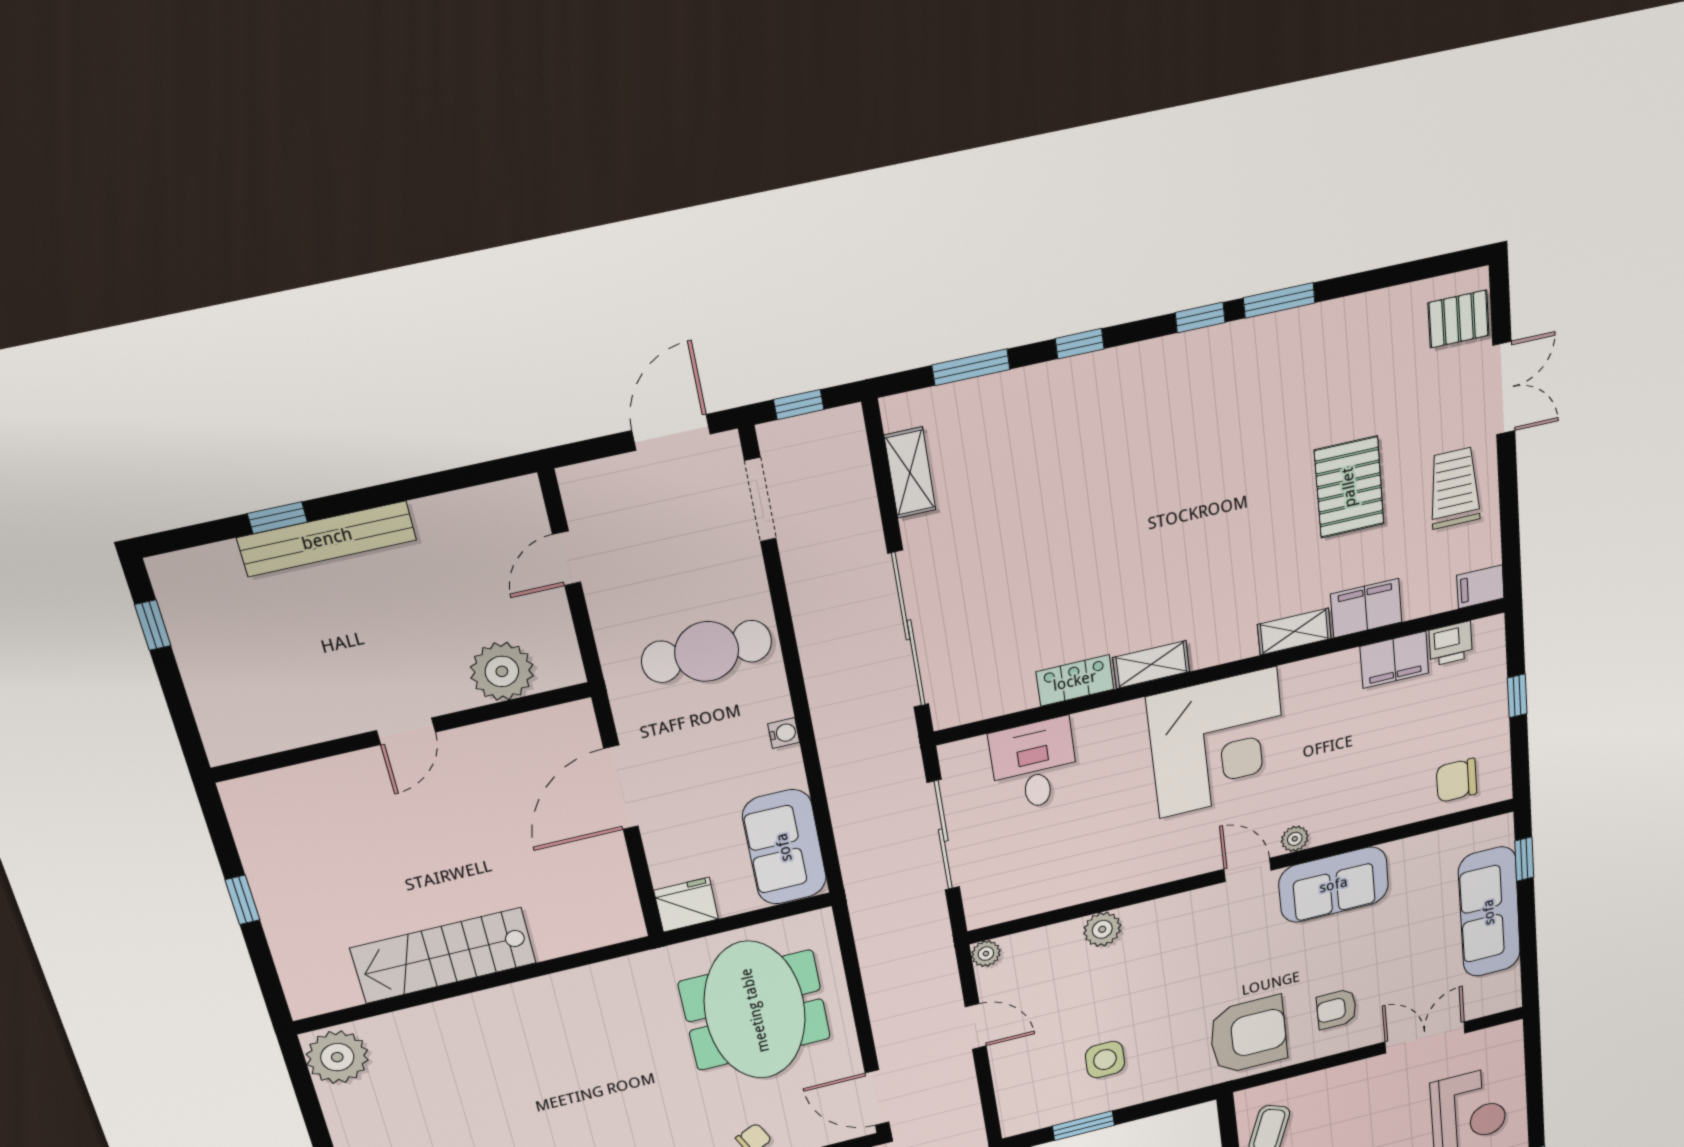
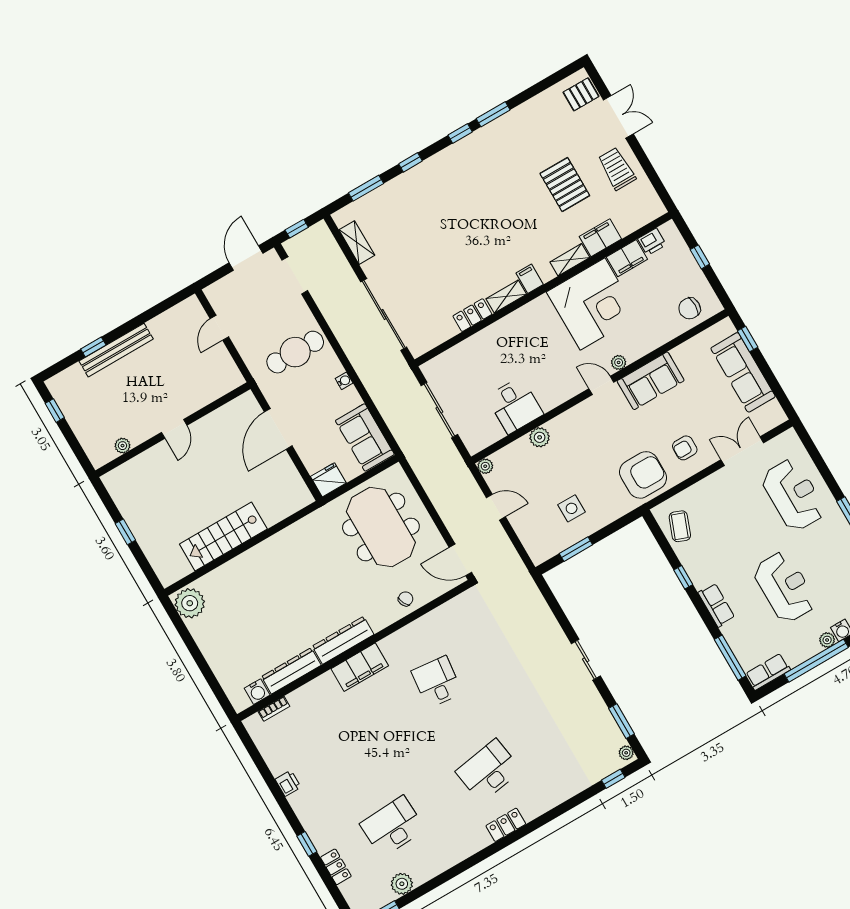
filing cabinet: (1480, 587) -> (530, 279), moved, turned 90
plant: (502, 671) -> (122, 446), moved, width x0.53, depth x0.53
corner desk: (1218, 743) -> (593, 304), moved
desk: (1034, 765) -> (515, 405), moved, turned 180

